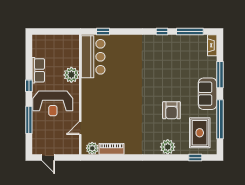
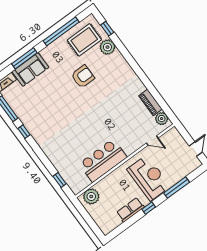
bar counter: (93, 57) -> (103, 161), moved
plant: (71, 75) -> (91, 196), moved
sofa: (208, 94) -> (30, 70), moved
plant: (168, 147) -> (107, 47), moved

